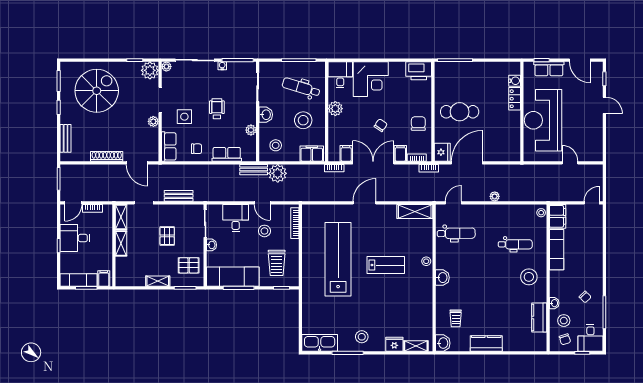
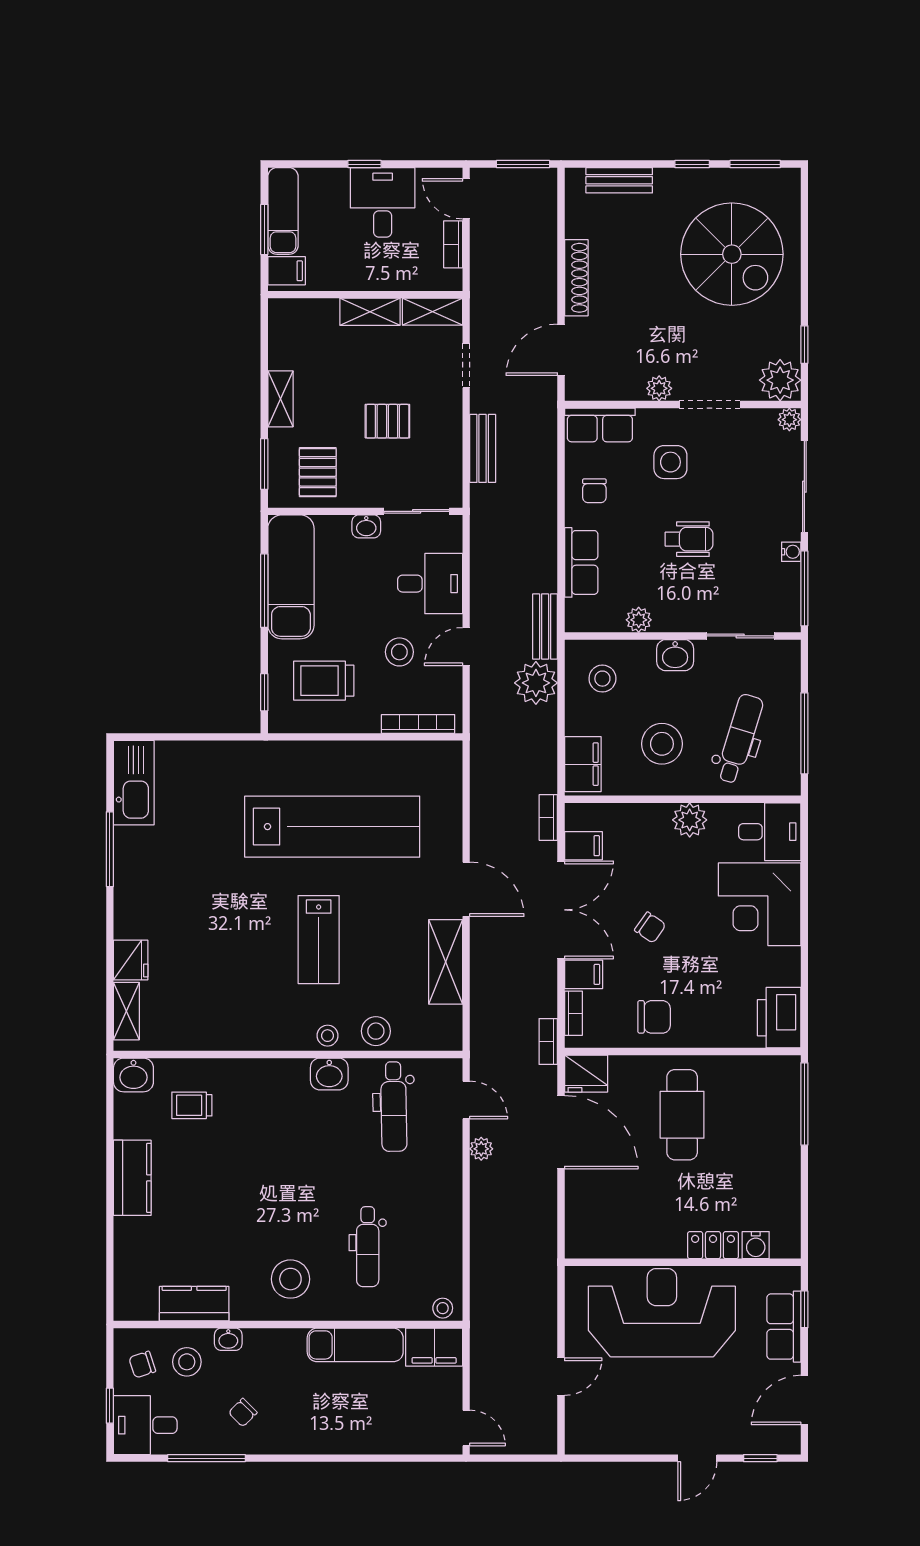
plant: (495, 196) -> (481, 1149), moved
shelving: (415, 211) -> (446, 962), moved
washbasin: (442, 278) -> (329, 1074), moved
stool: (362, 337) -> (376, 1031), moved

